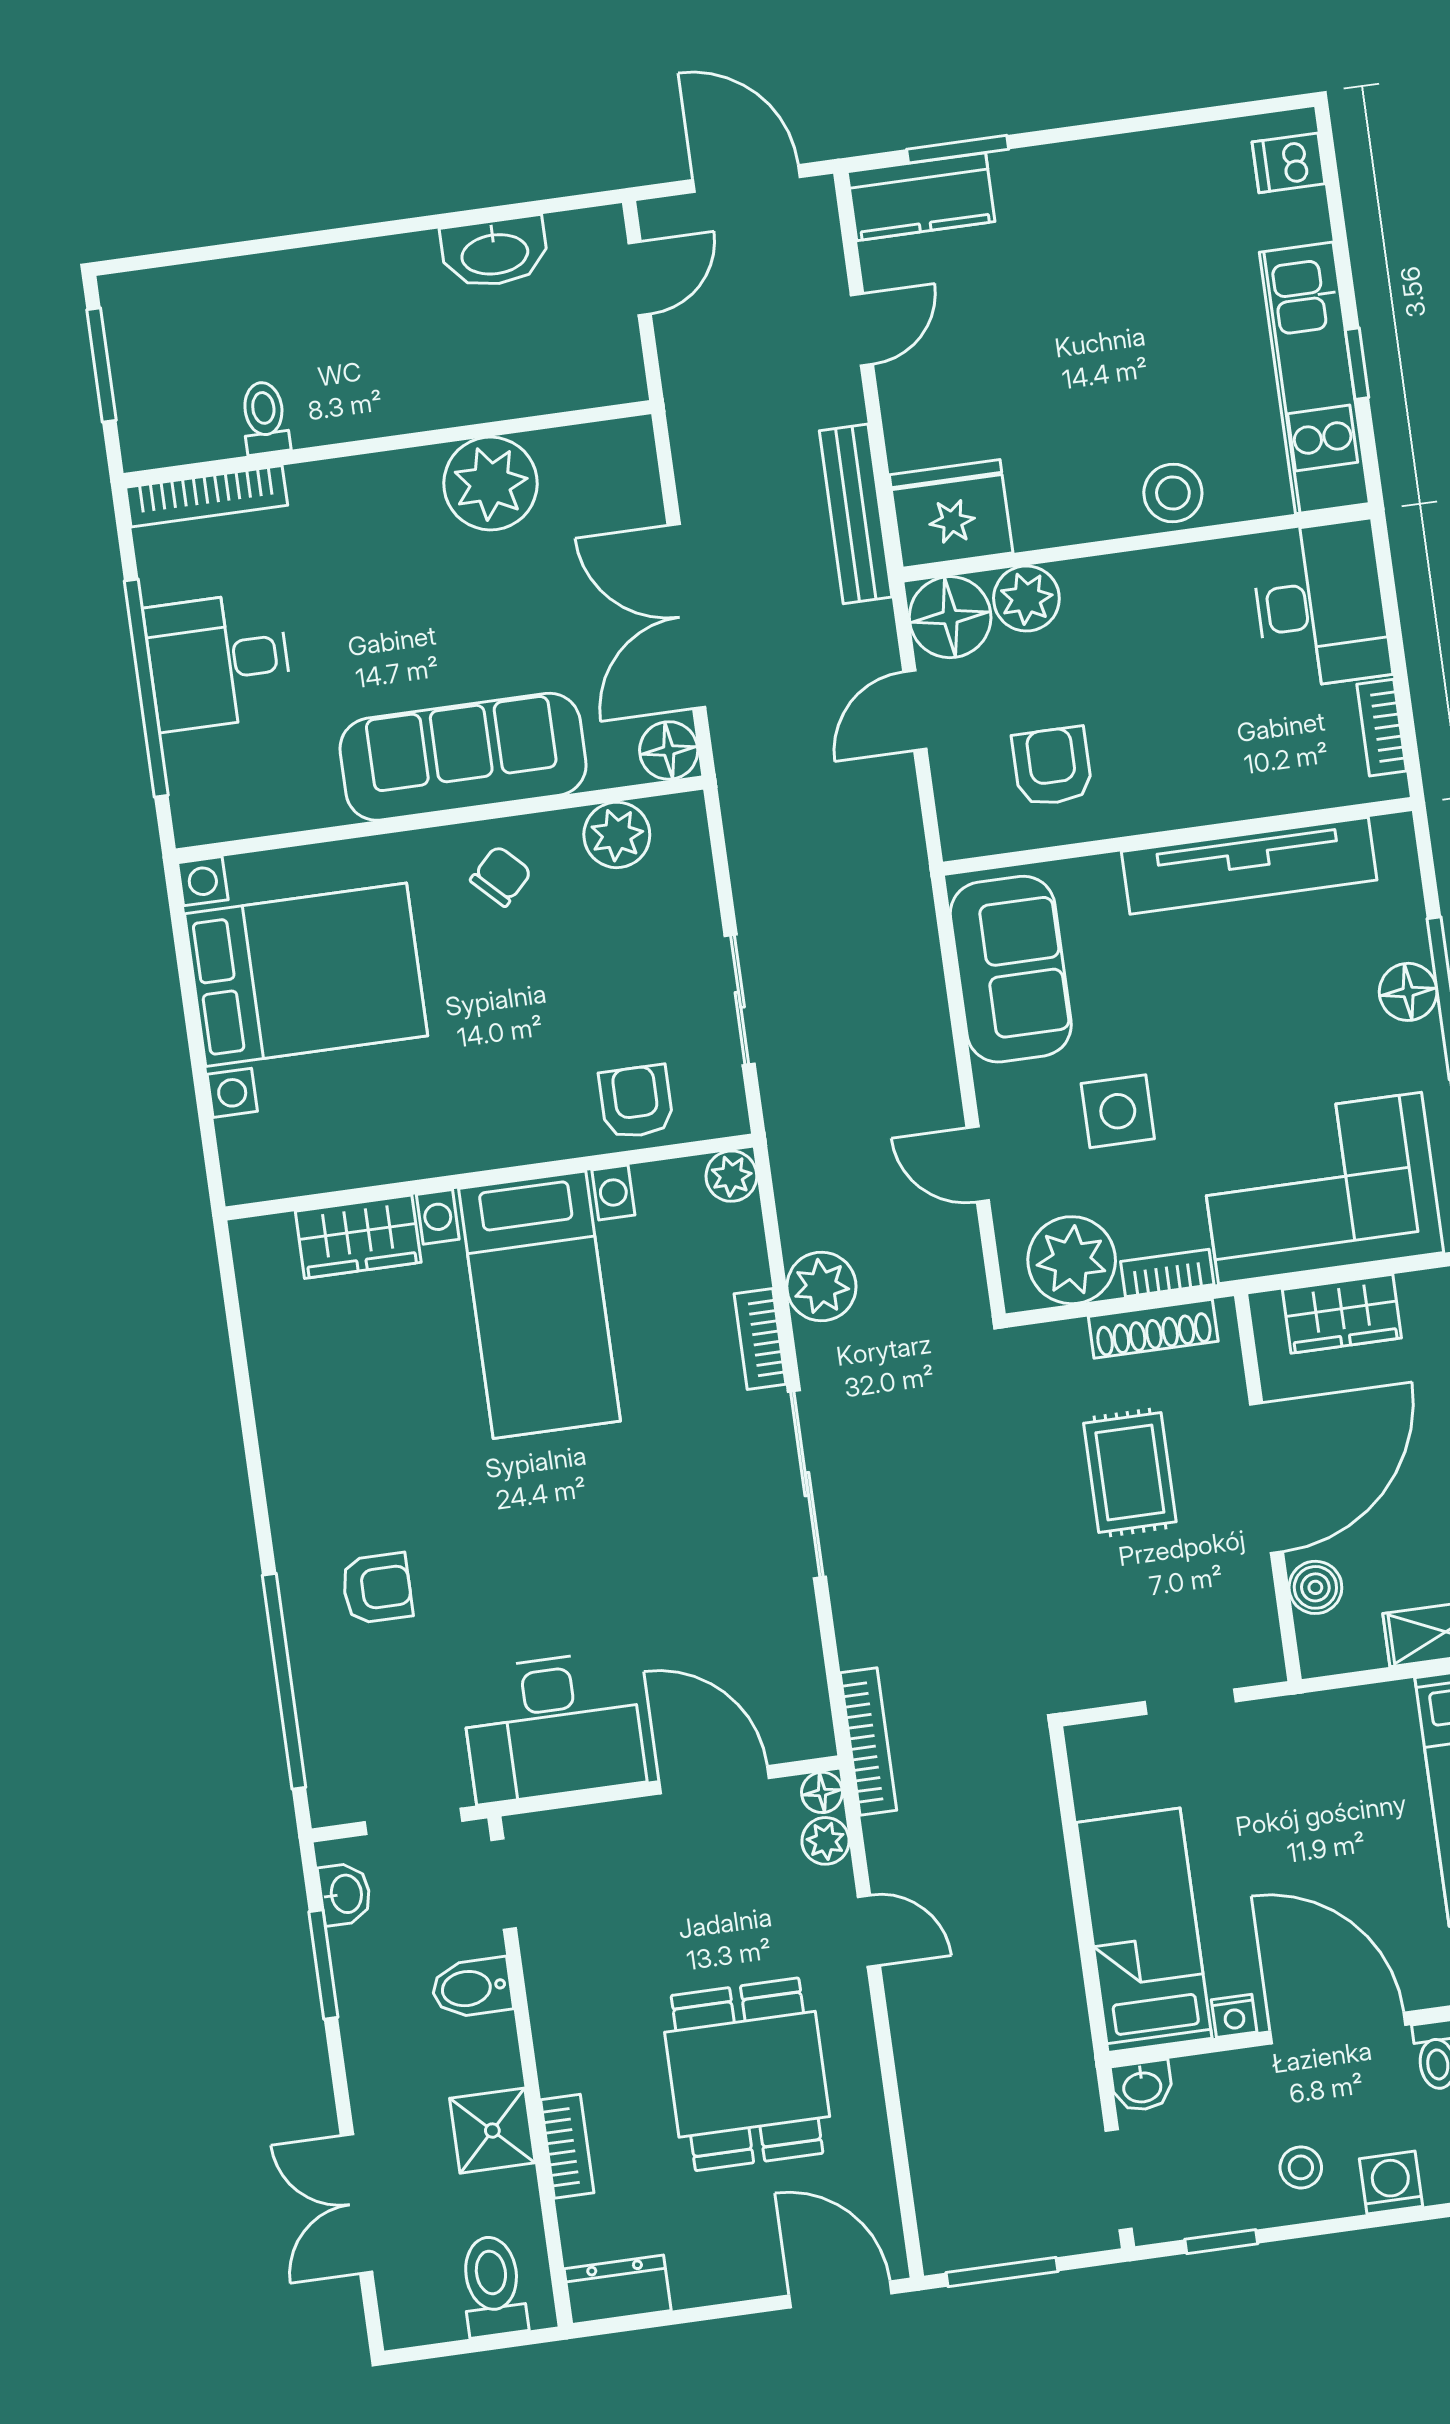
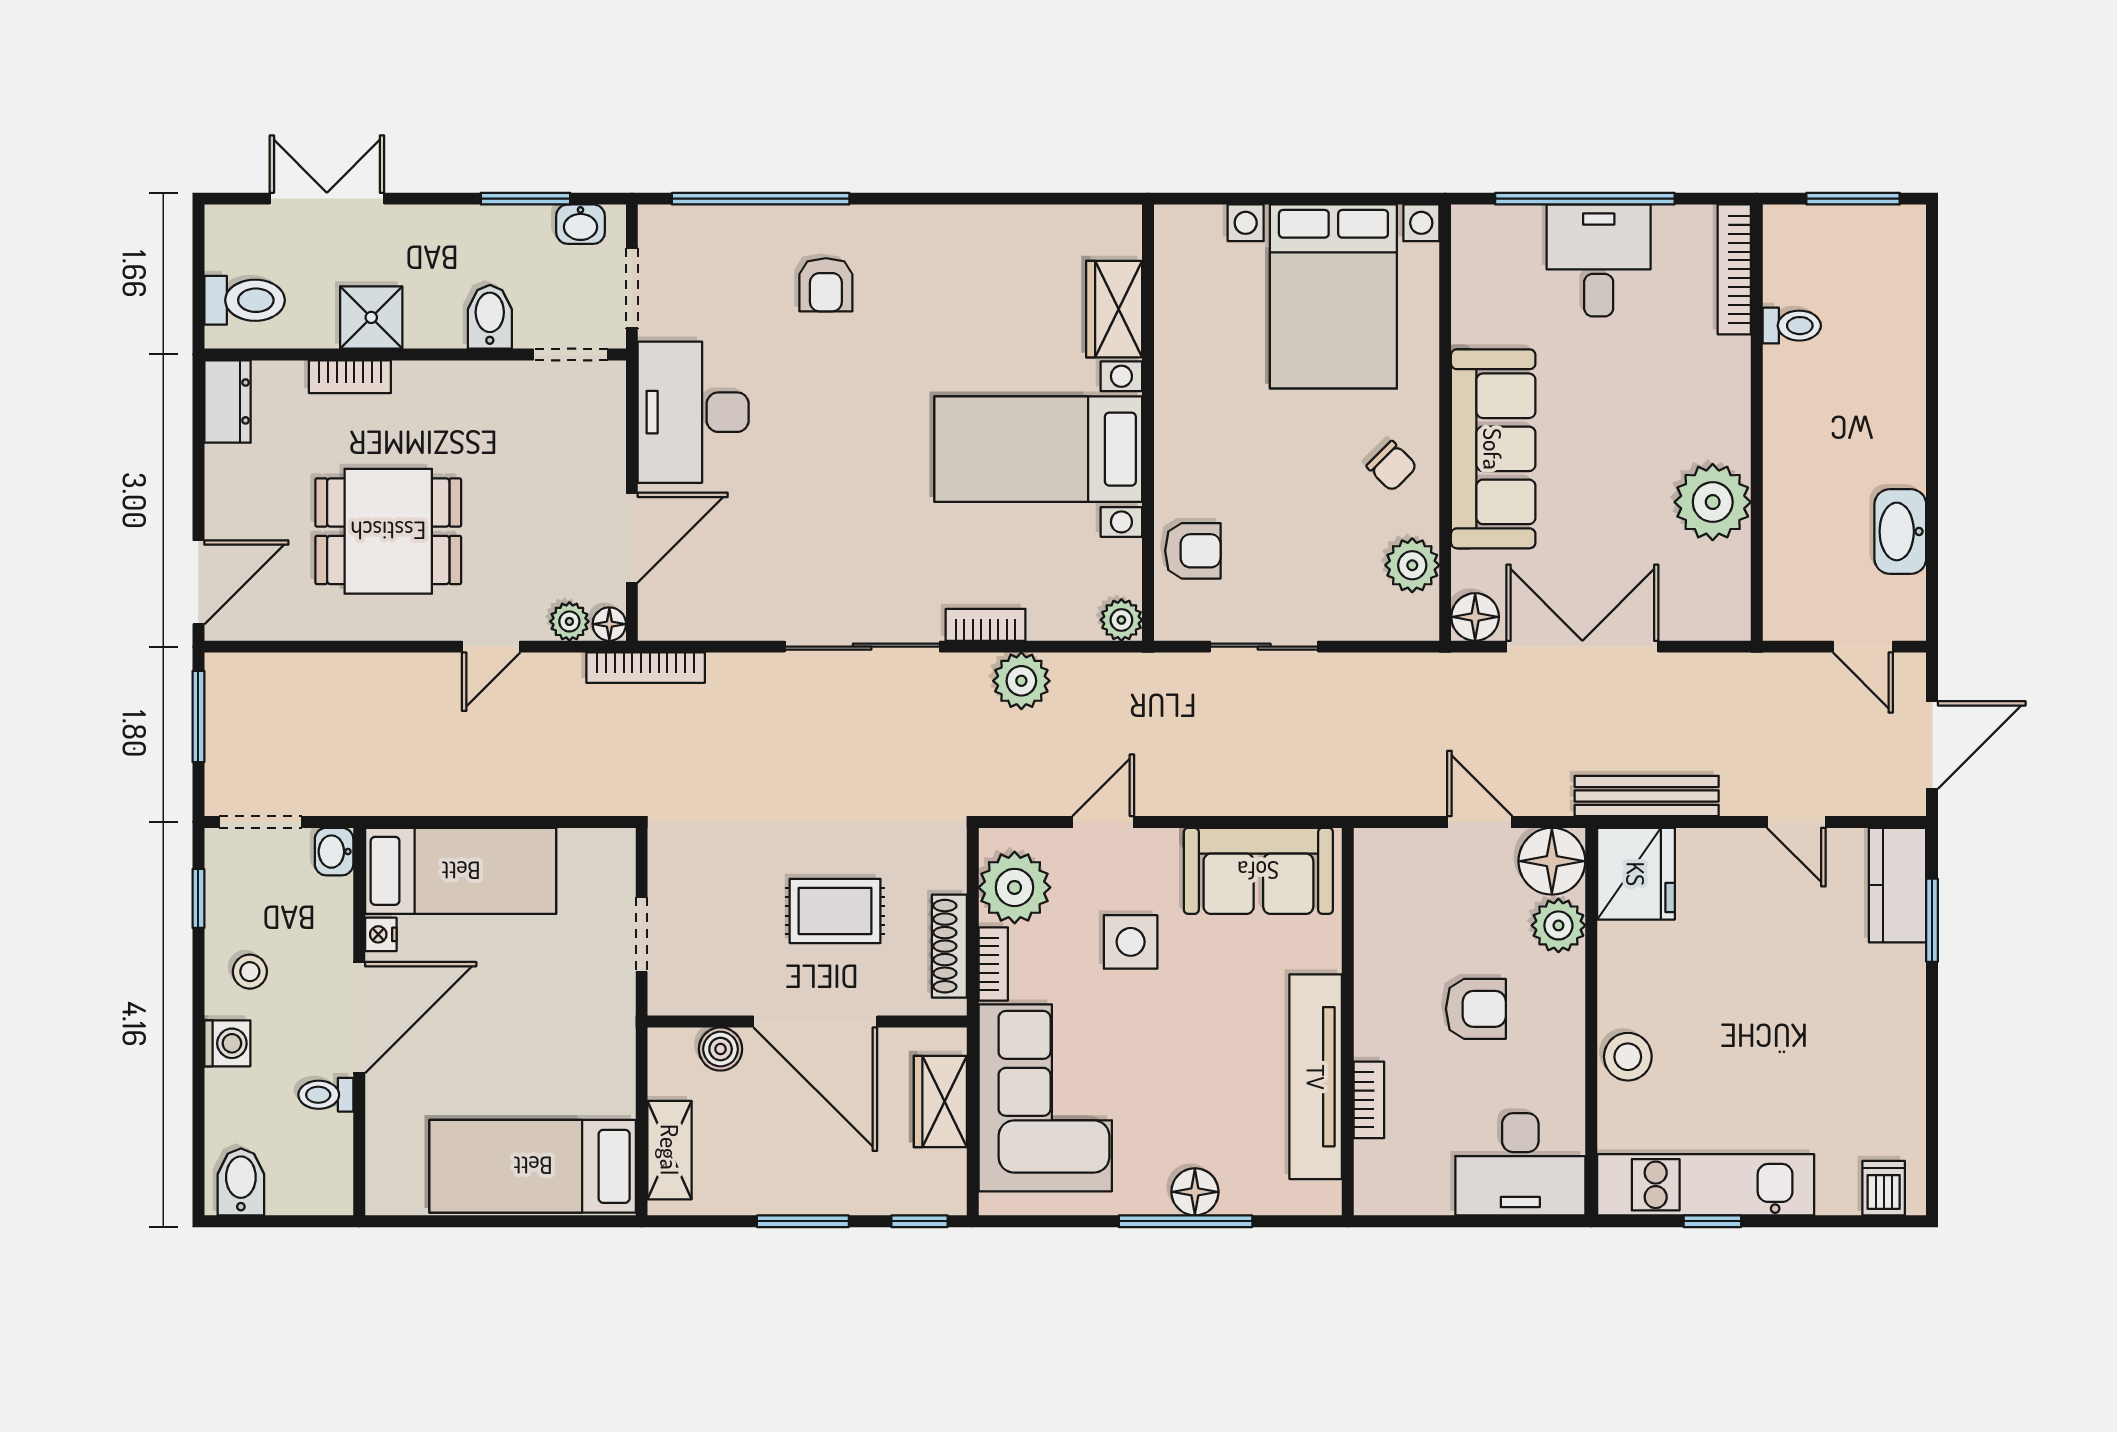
bookcase: (1382, 728) -> (1369, 1100), moved, turned 90
armchair: (1052, 766) -> (1476, 1009), moved

